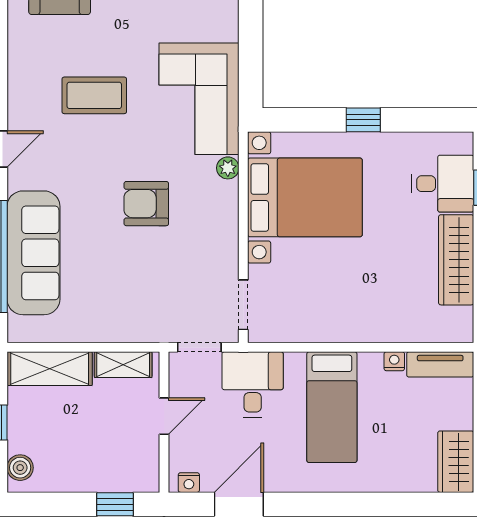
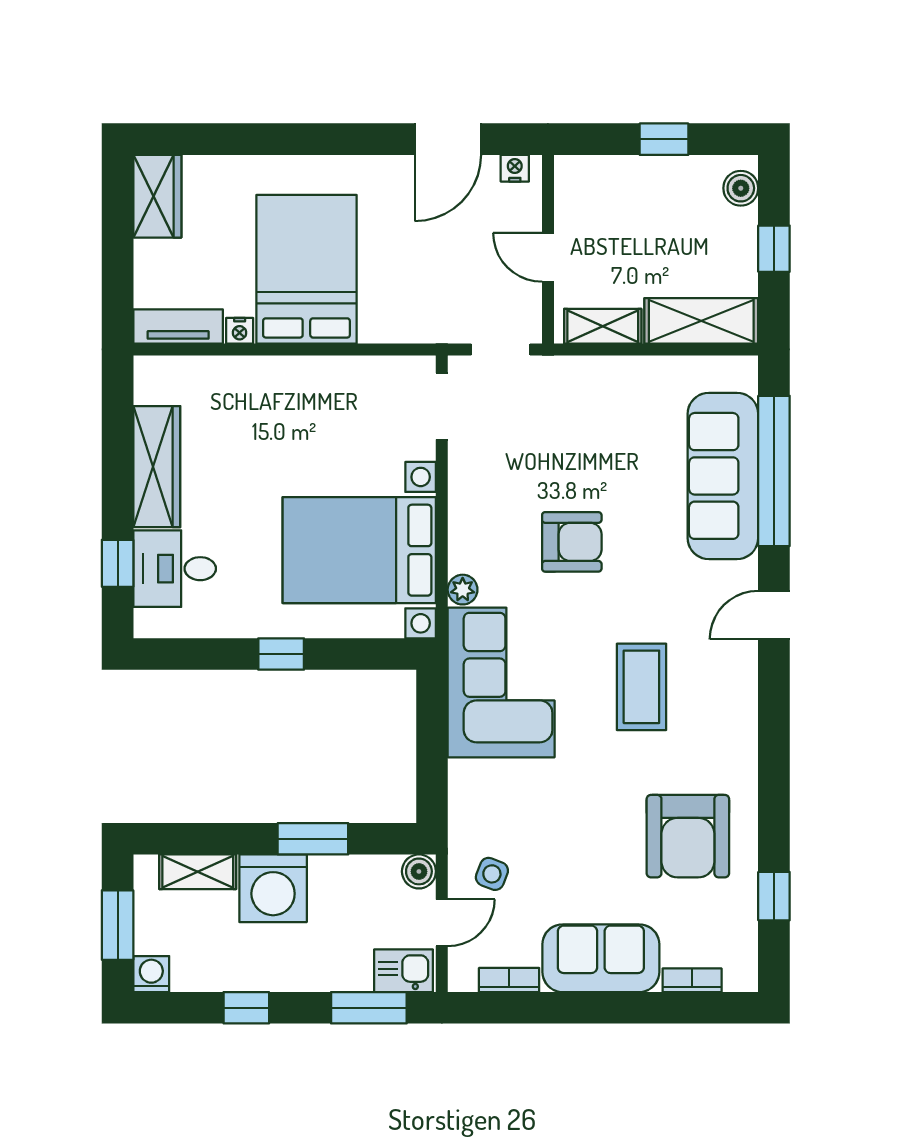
coffee table: (94, 95) -> (641, 687), turned 90
desk: (253, 385) -> (429, 299), removed
bed: (332, 407) -> (306, 269), width x1.50
door: (164, 416) -> (548, 257), hinge flipped
window: (115, 504) -> (664, 139), moved

